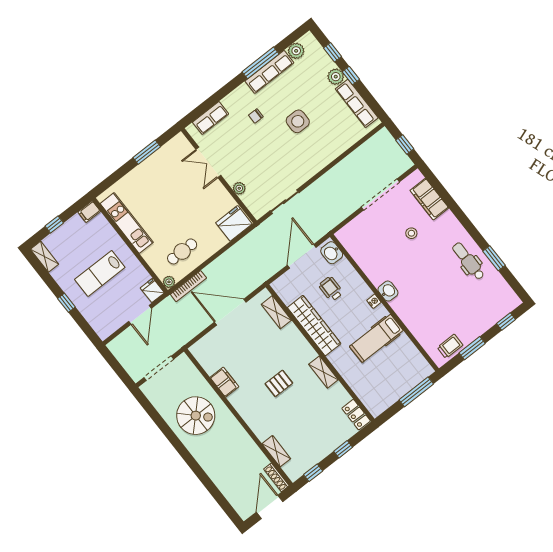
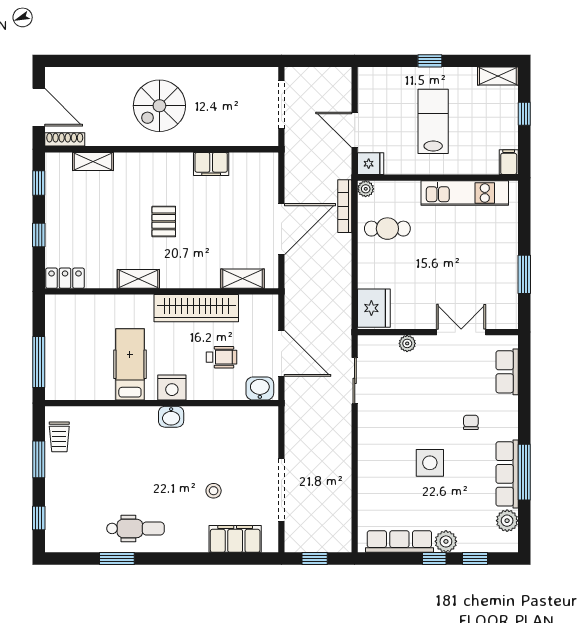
cafe table: (182, 251) -> (387, 229), turned 90
nightstand: (374, 301) -> (172, 388), width x1.89, depth x1.79
spiral stairs: (196, 416) -> (159, 106), moved

